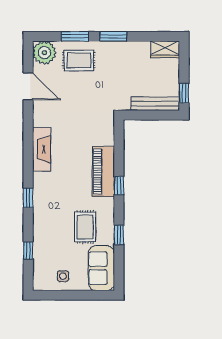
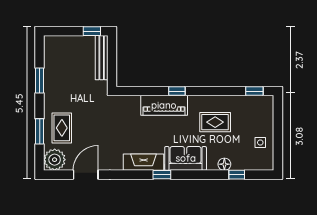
window: (113, 36) -> (40, 81), moved
wardrobe: (165, 49) -> (51, 49), removed
window: (28, 198) -> (162, 175), moved
window: (119, 235) -> (254, 91), moved
floor lamp: (39, 237) -> (224, 164), added
sofa: (101, 268) -> (186, 158), moved, turned 180

